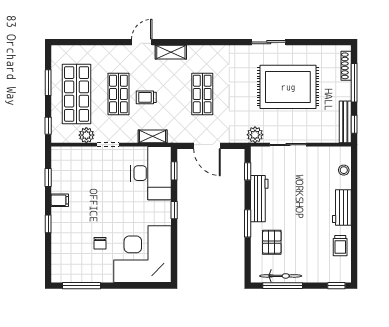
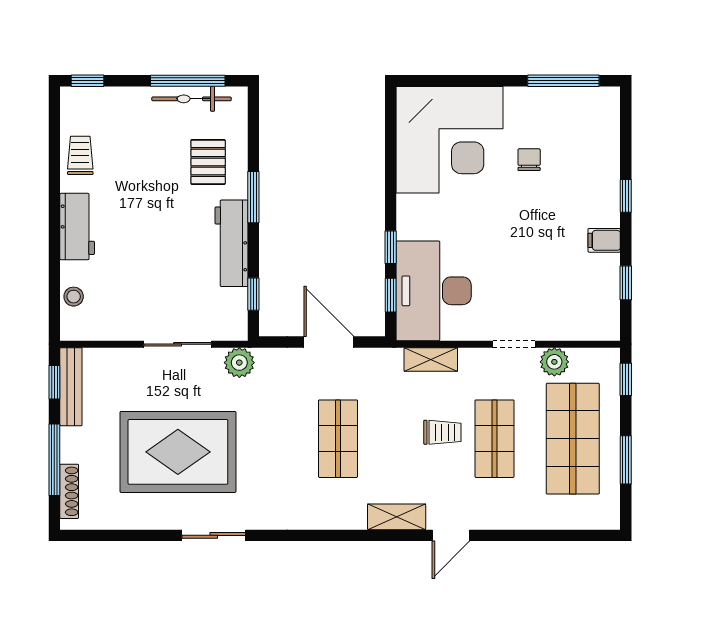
window: (174, 210) -> (391, 247), moved

